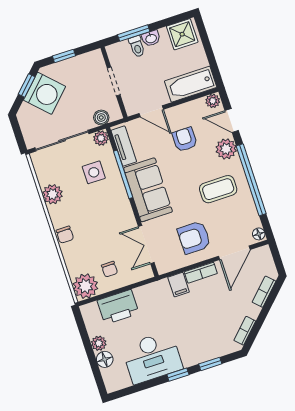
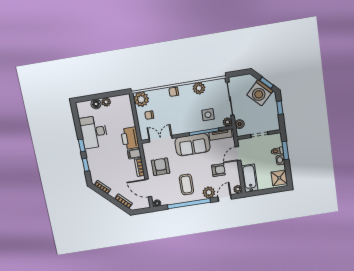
printer: (118, 307) -> (130, 138), moved

